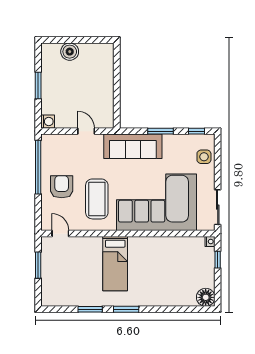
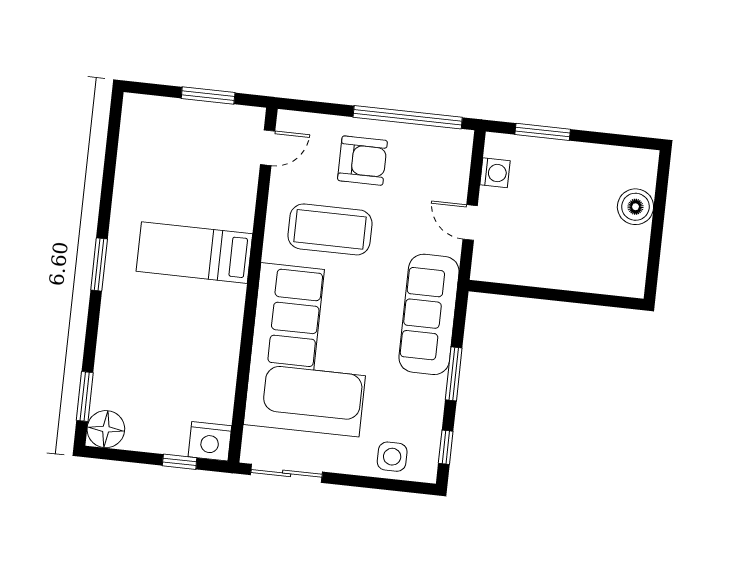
window: (38, 85) -> (543, 132), moved
washing machine: (48, 121) -> (495, 173), moved, turned -90
door: (86, 131) -> (470, 222), swing flipped
nightstand: (210, 242) -> (210, 441), width x1.89, depth x1.79
window: (90, 309) -> (85, 396), moved

